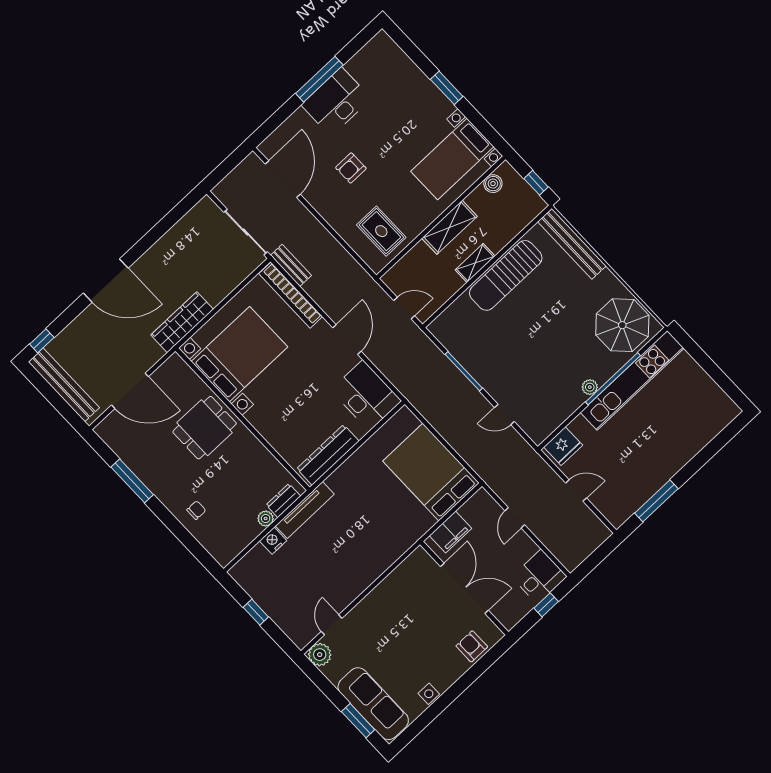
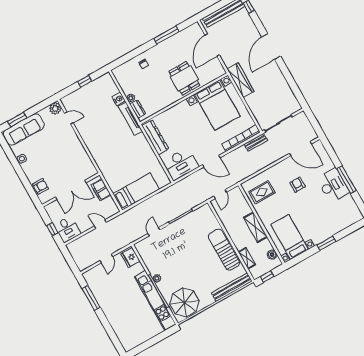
shelving: (475, 263) -> (247, 258), moved
bed: (431, 472) -> (136, 192), width x0.67

